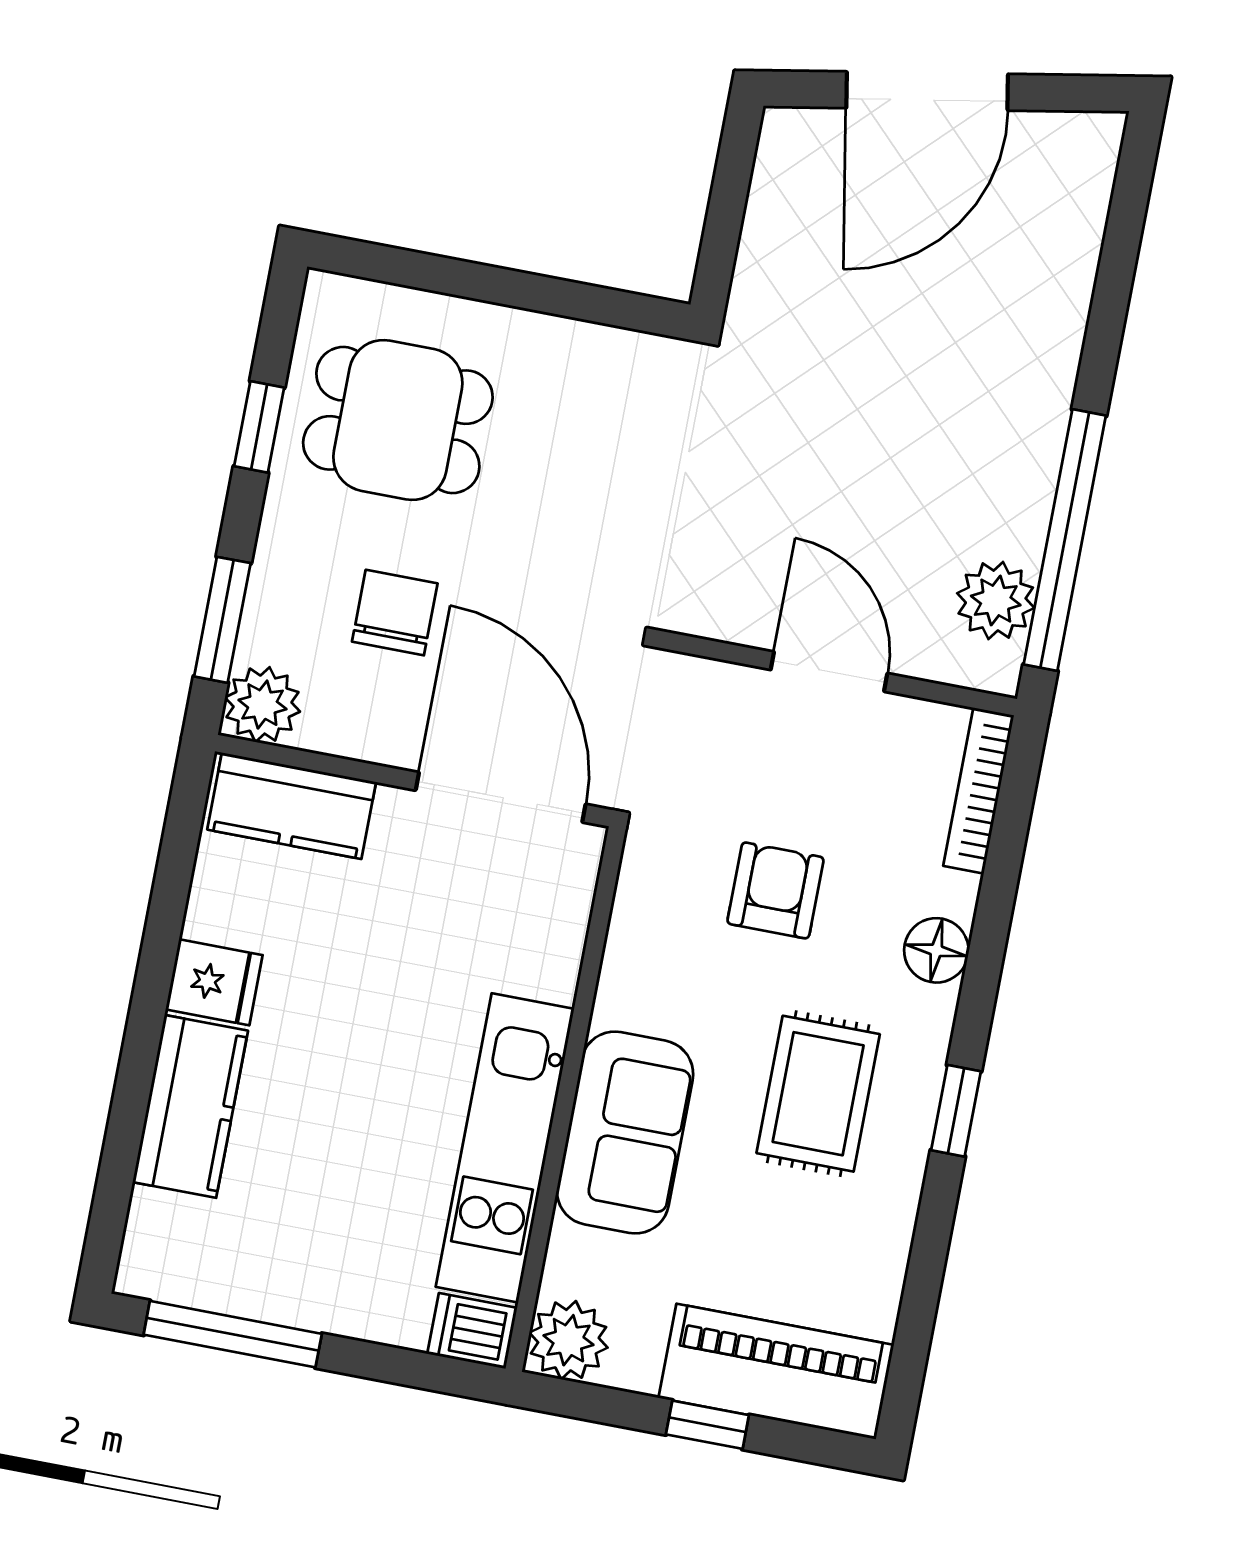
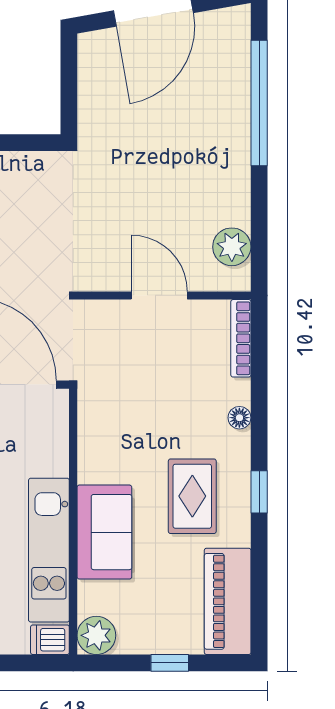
window: (1065, 540) -> (259, 103), moved
armchair: (775, 890) -> (154, 404), removed
floor lamp: (936, 950) -> (239, 418), width x0.73, depth x0.73
piano: (776, 1371) -> (228, 601), moved, turned -90

